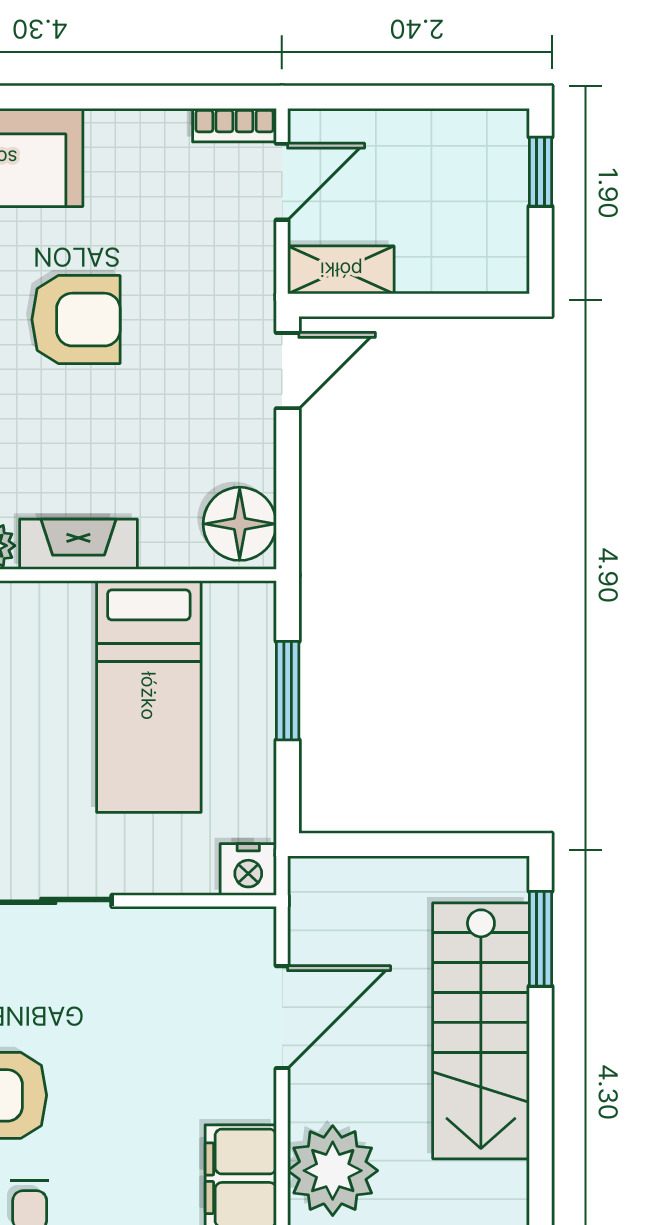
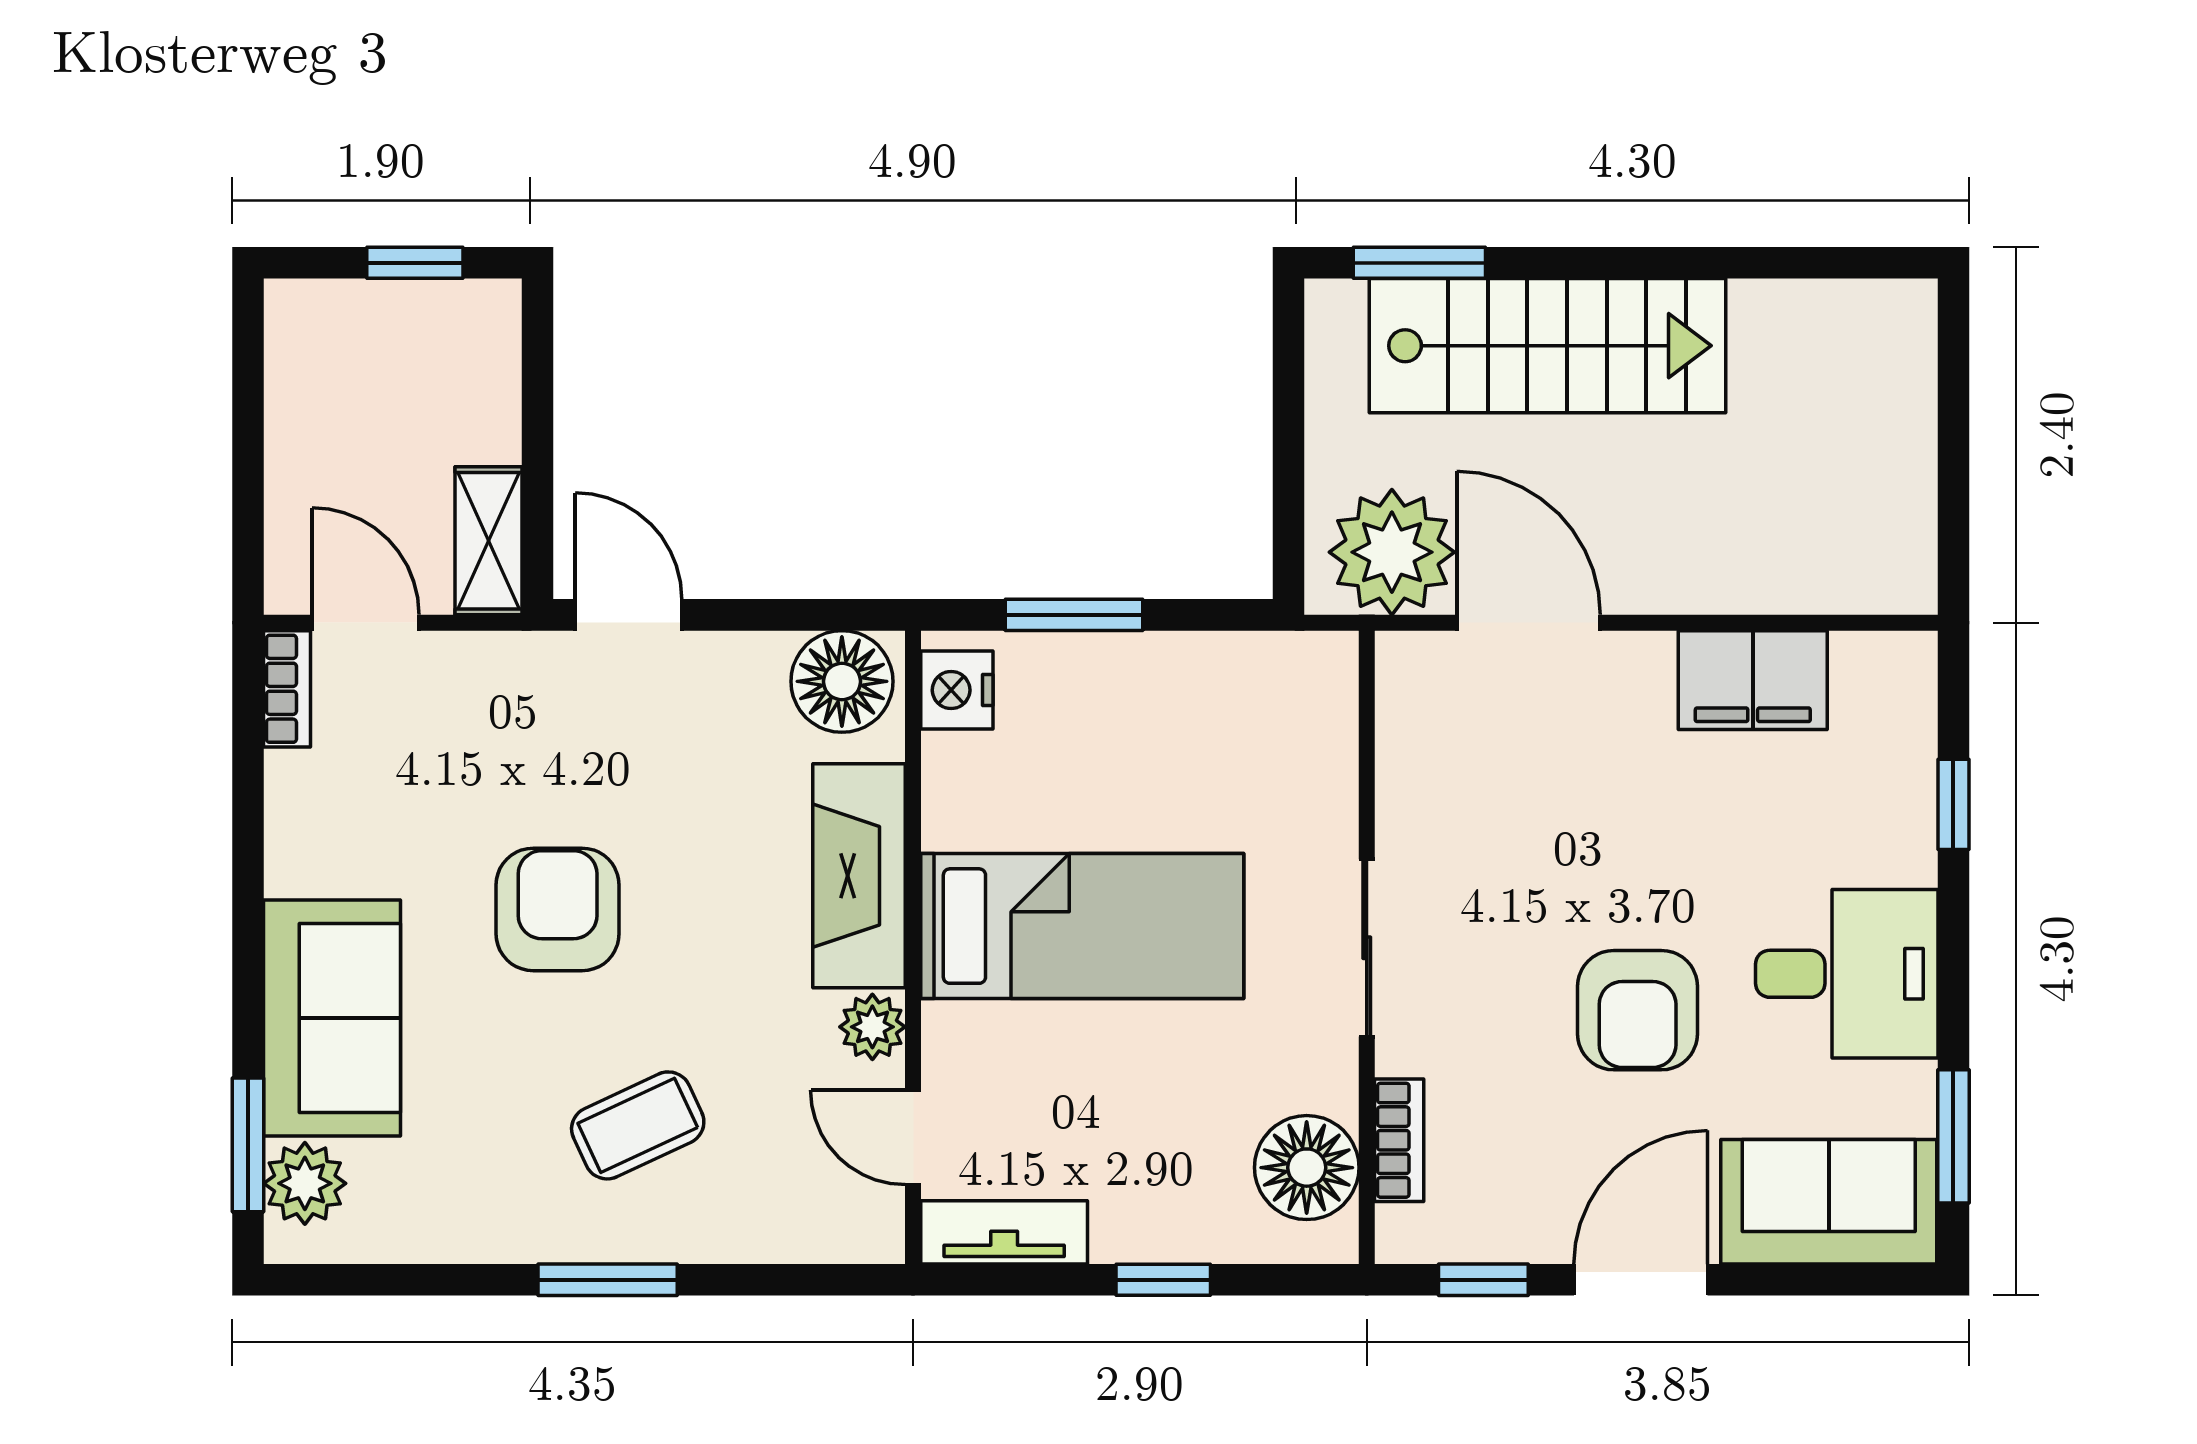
window: (540, 172) -> (415, 263), moved
fireplace: (78, 544) -> (859, 876), width x1.37, depth x1.32
bed: (149, 696) -> (1082, 926), moved
nightstand: (248, 869) -> (957, 690), moved, turned 180
plant: (333, 1171) -> (1392, 552), moved

